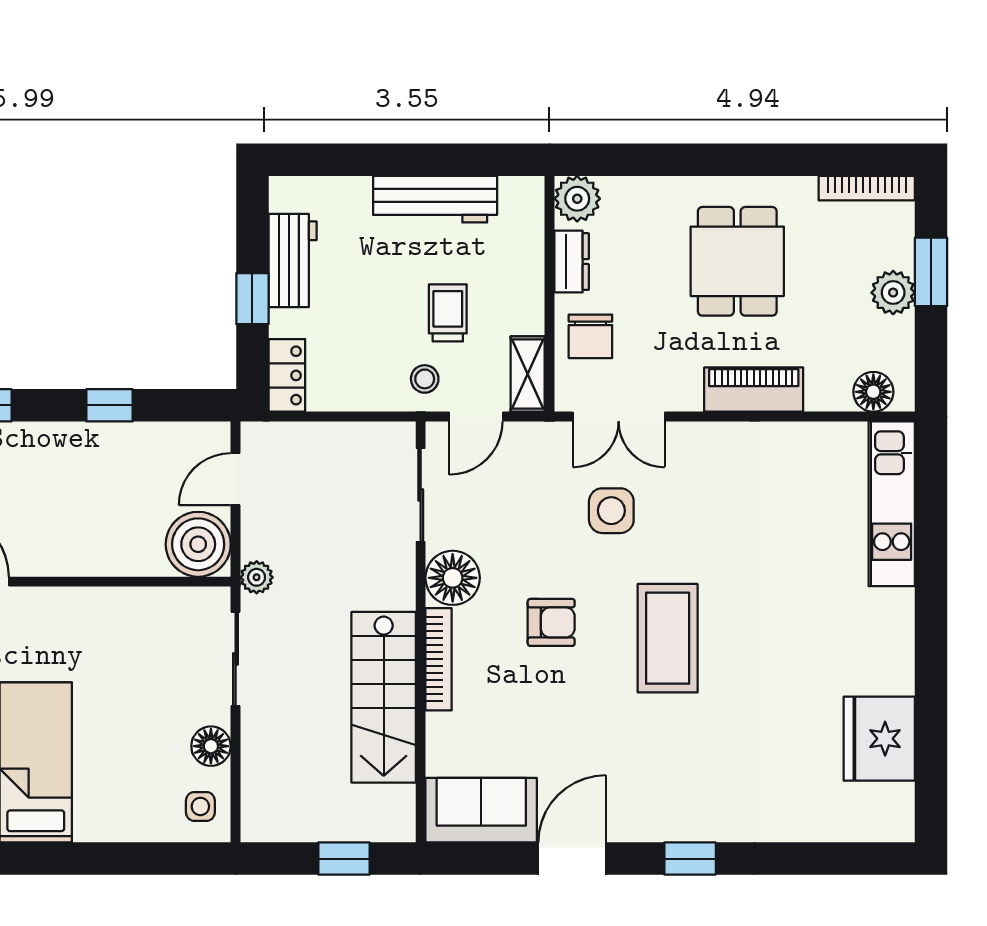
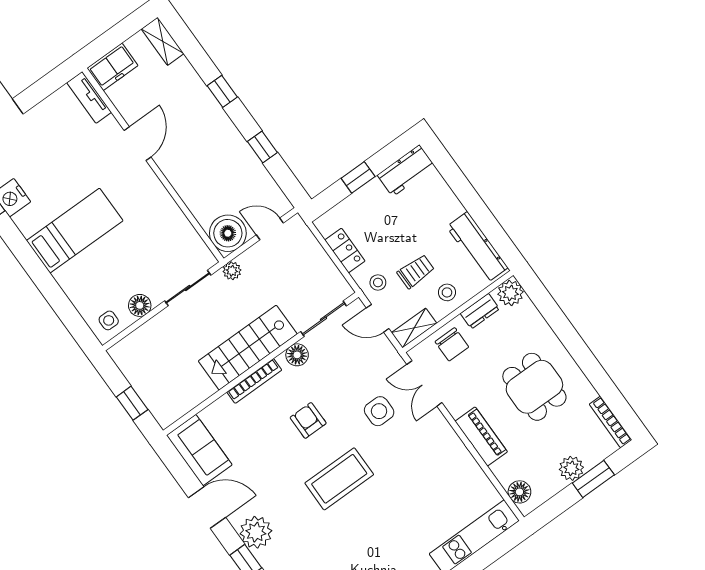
workbench: (435, 199) -> (477, 247), moved
workbench: (293, 261) -> (406, 171), moved
dining table: (737, 261) -> (534, 387), turned 90
stool: (511, 290) -> (447, 292), added
chair: (590, 336) -> (452, 344), turned -90
locker: (287, 375) -> (345, 251), moved, turned -90
floor lamp: (453, 578) -> (297, 355), width x0.73, depth x0.73
armchair: (551, 622) -> (308, 420), turned 180
stairs: (384, 697) -> (248, 348), moved
plant: (658, 814) -> (256, 532), added

